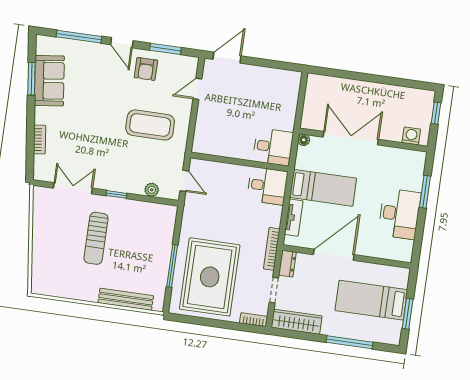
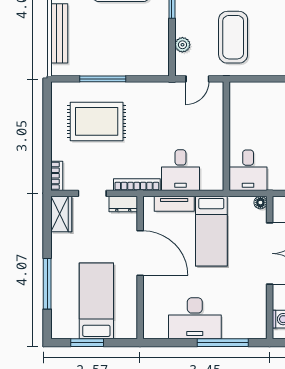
coffee table: (150, 125) -> (233, 37), moved
desk: (267, 186) -> (180, 170), moved
window: (425, 192) -> (223, 343), width x1.44
rug: (210, 277) -> (97, 121), width x0.73, depth x0.69
wardrobe: (297, 322) -> (61, 214), width x0.67

